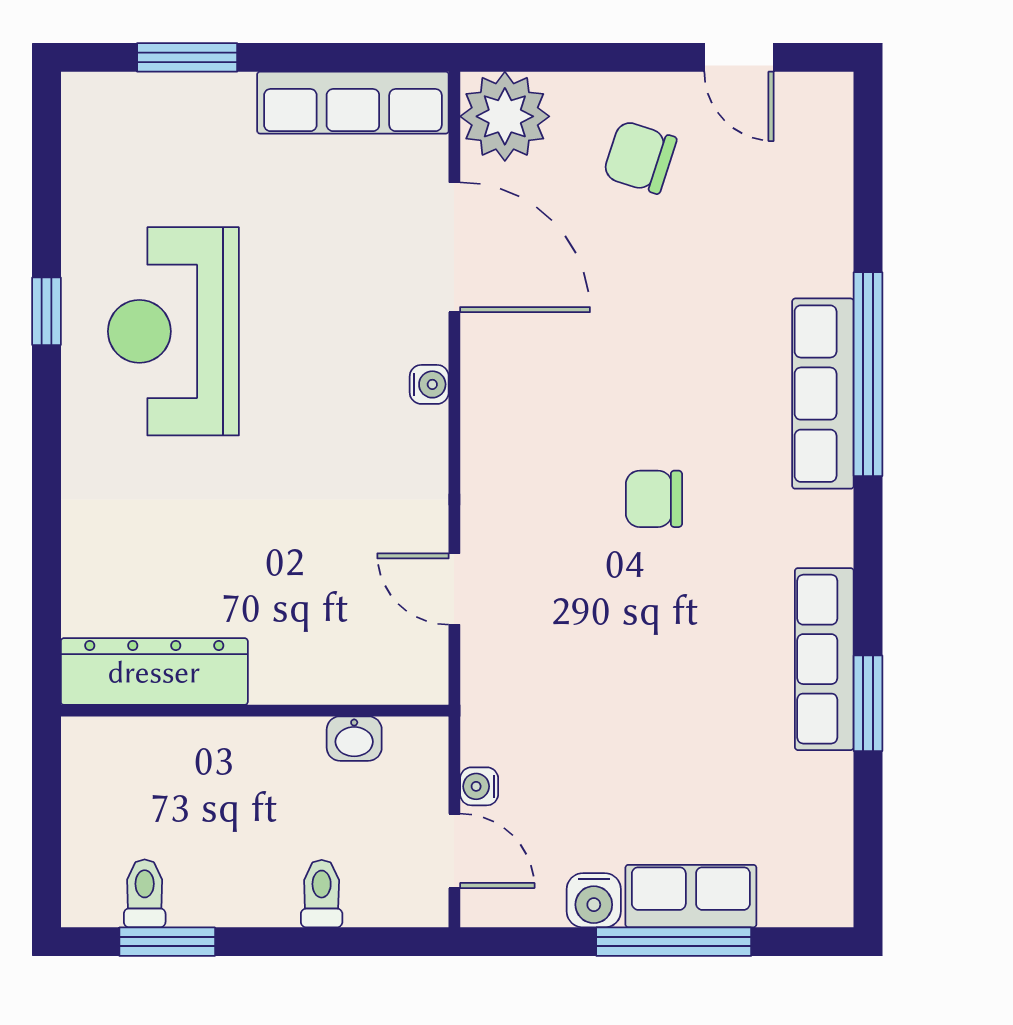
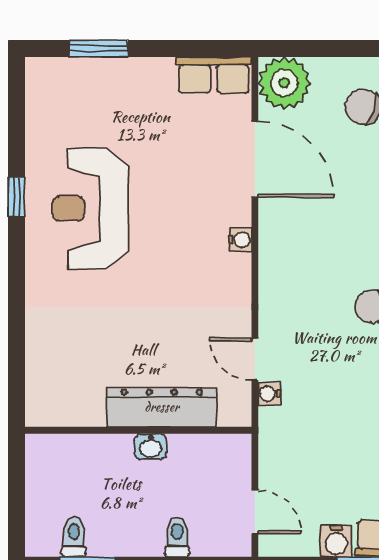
row of seats: (353, 103) -> (214, 75), width x0.68
dresser: (154, 672) -> (162, 407), moved
washbasin: (354, 739) -> (151, 447), moved
water cooler: (479, 786) -> (269, 394), moved

